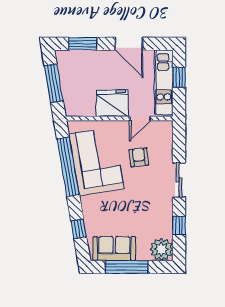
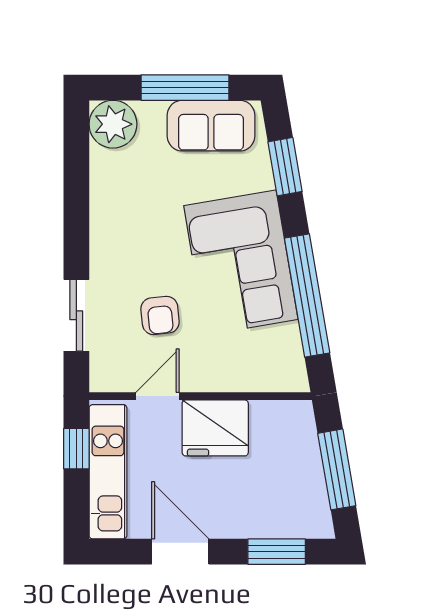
window: (179, 77) -> (76, 449), moved
corner sofa: (96, 161) -> (241, 263), moved
sliding door: (179, 180) -> (76, 315), moved
window: (179, 225) -> (76, 174), removed
window: (79, 229) -> (285, 167), width x1.50

